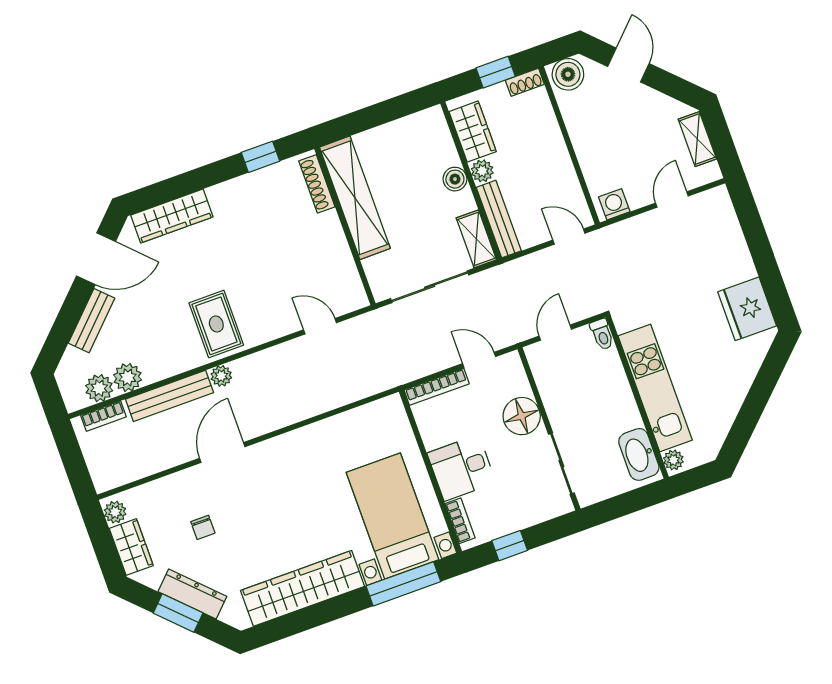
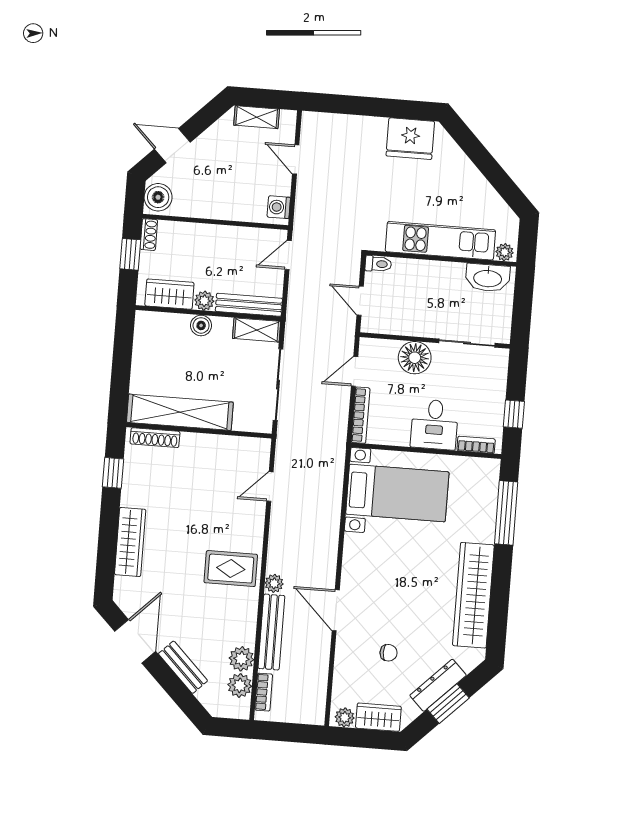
wardrobe: (172, 216) -> (130, 542), moved
bed with nightstands: (393, 516) -> (397, 493), moved, turned 180

